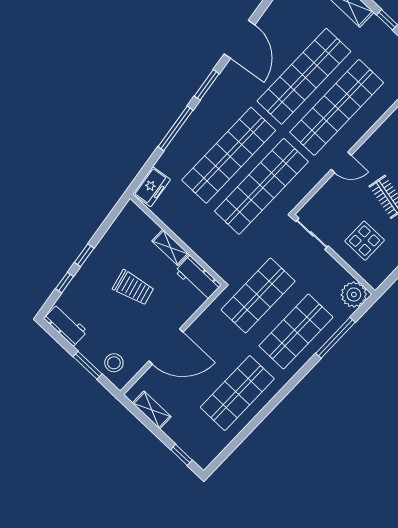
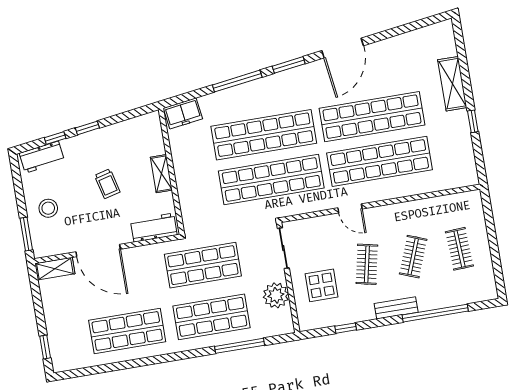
workbench: (198, 278) -> (154, 228), moved, turned 90
trolley: (133, 288) -> (107, 184), width x0.73, depth x0.72
plant: (354, 295) -> (276, 295), moved
workbench: (66, 325) -> (42, 157), moved, turned 82
stool: (114, 363) -> (48, 208), moved
window: (87, 365) -> (26, 234), moved
shelving: (152, 410) -> (55, 269), moved, turned 90

